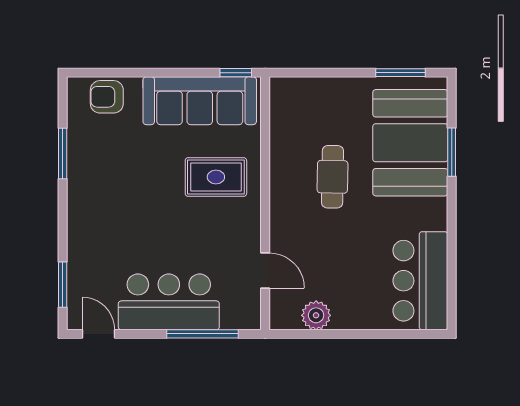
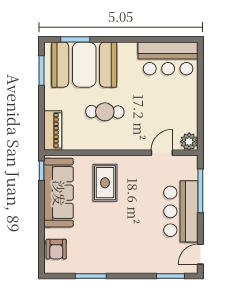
piano: (302, 91) -> (53, 130), added
window: (452, 152) -> (75, 39), moved
plant: (316, 315) -> (189, 142), moved

